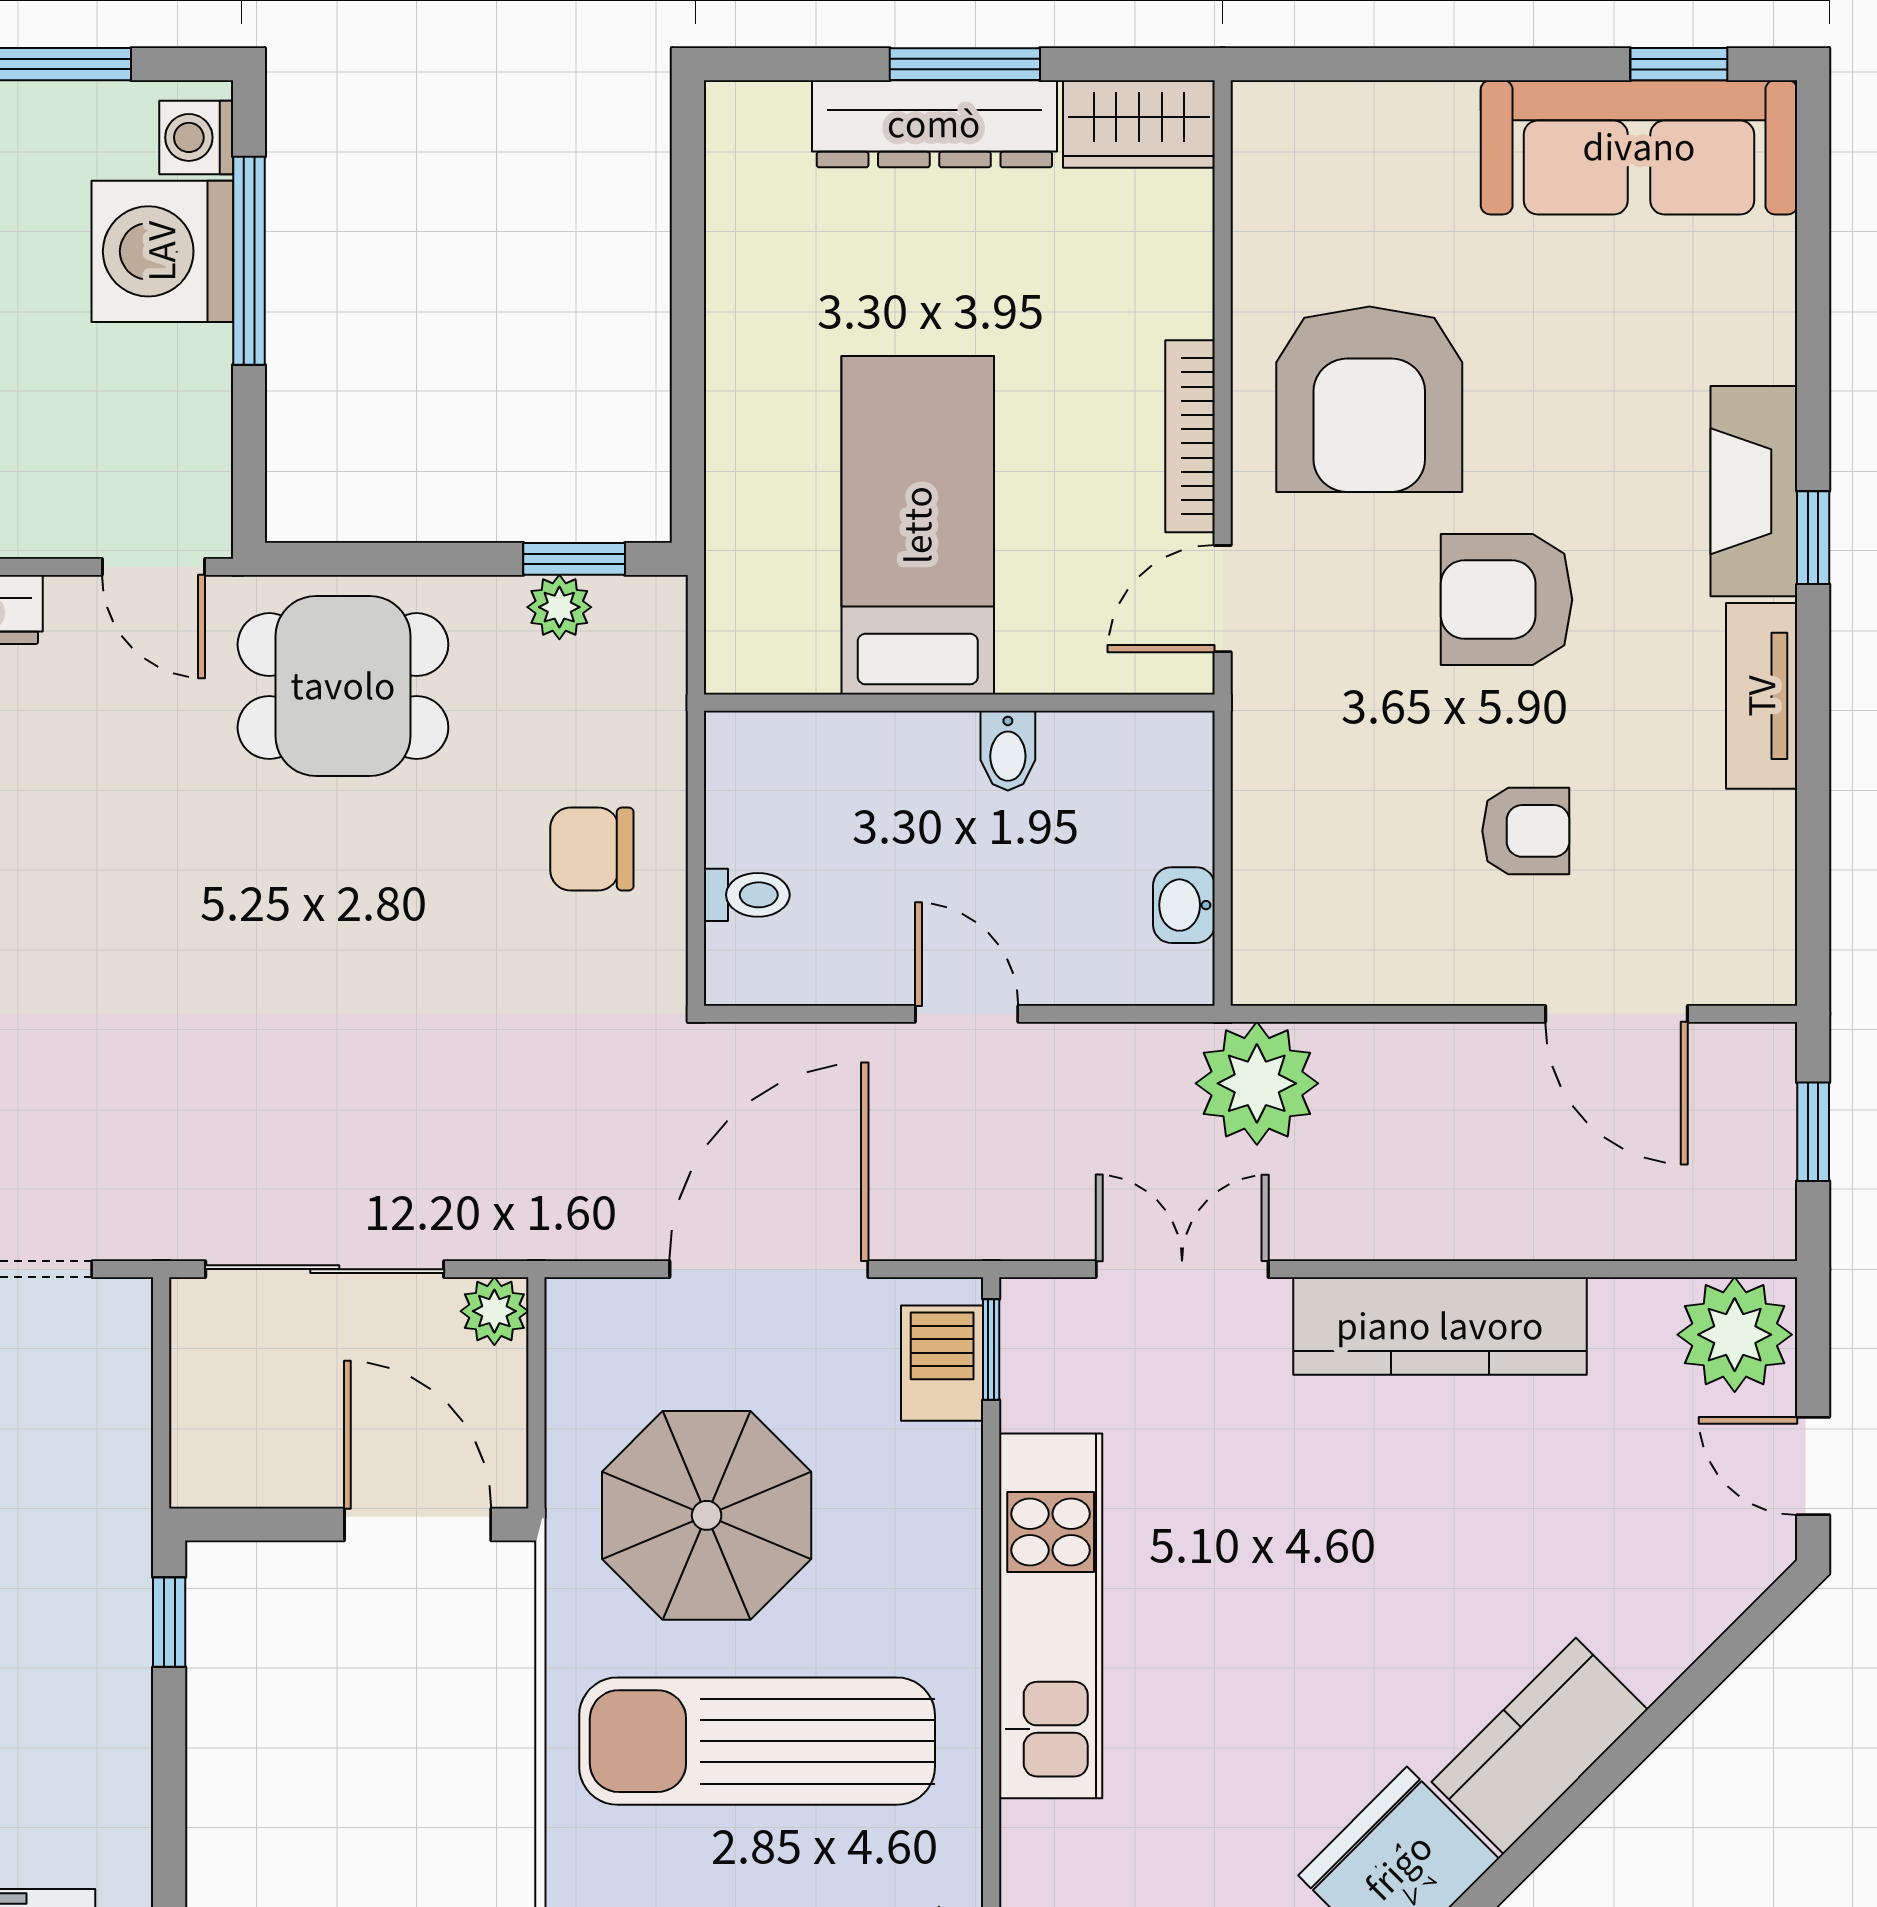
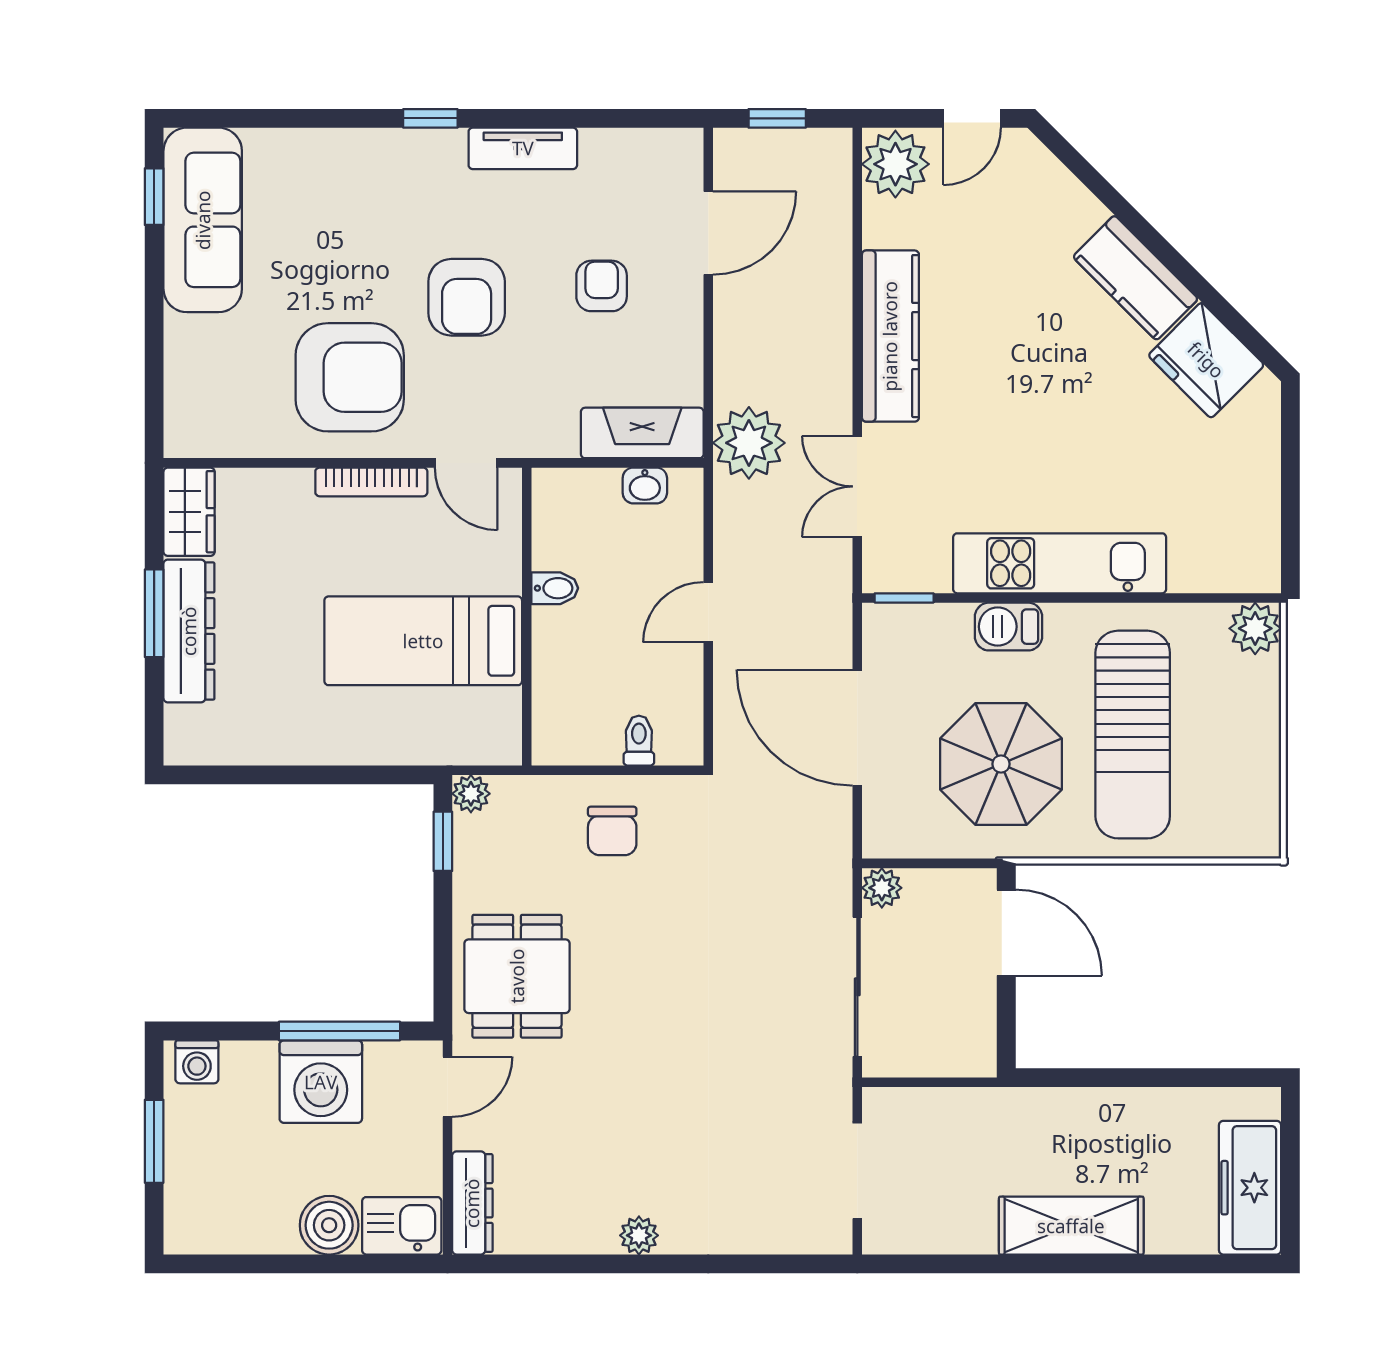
washing machine: (162, 251) -> (321, 1082), moved
window: (249, 261) -> (339, 1031), moved
fireplace: (1754, 491) -> (642, 433), moved, turned 180
plant: (559, 607) -> (471, 794), moved
barbecue: (942, 1363) -> (1009, 627), moved
door: (418, 1525) -> (1006, 933), swing flipped
window: (169, 1622) -> (1063, 1078), removed

